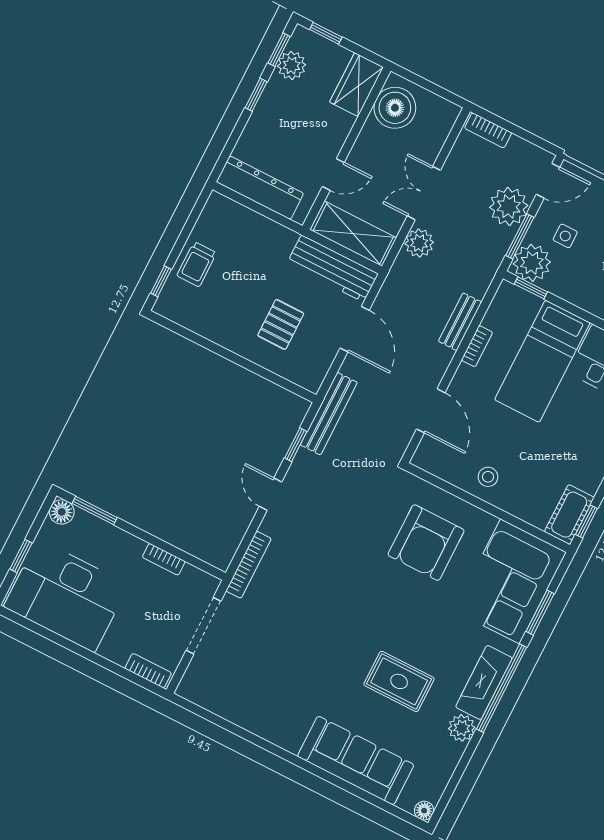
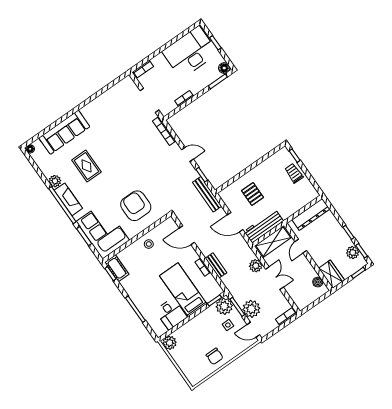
boiler: (395, 108) -> (318, 282), width x0.54, depth x0.54
door: (548, 181) -> (253, 330), hinge flipped
rug: (399, 681) -> (86, 166), turned 90

